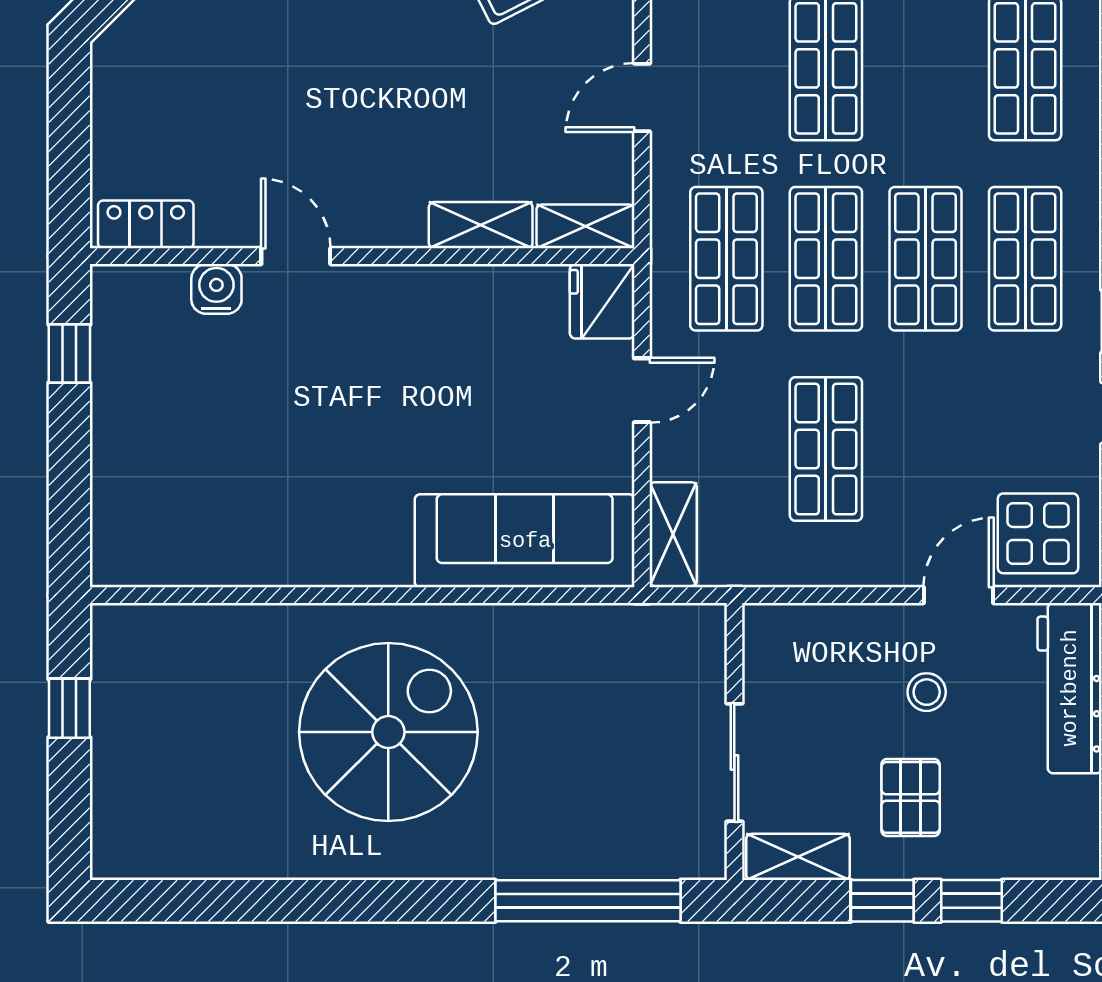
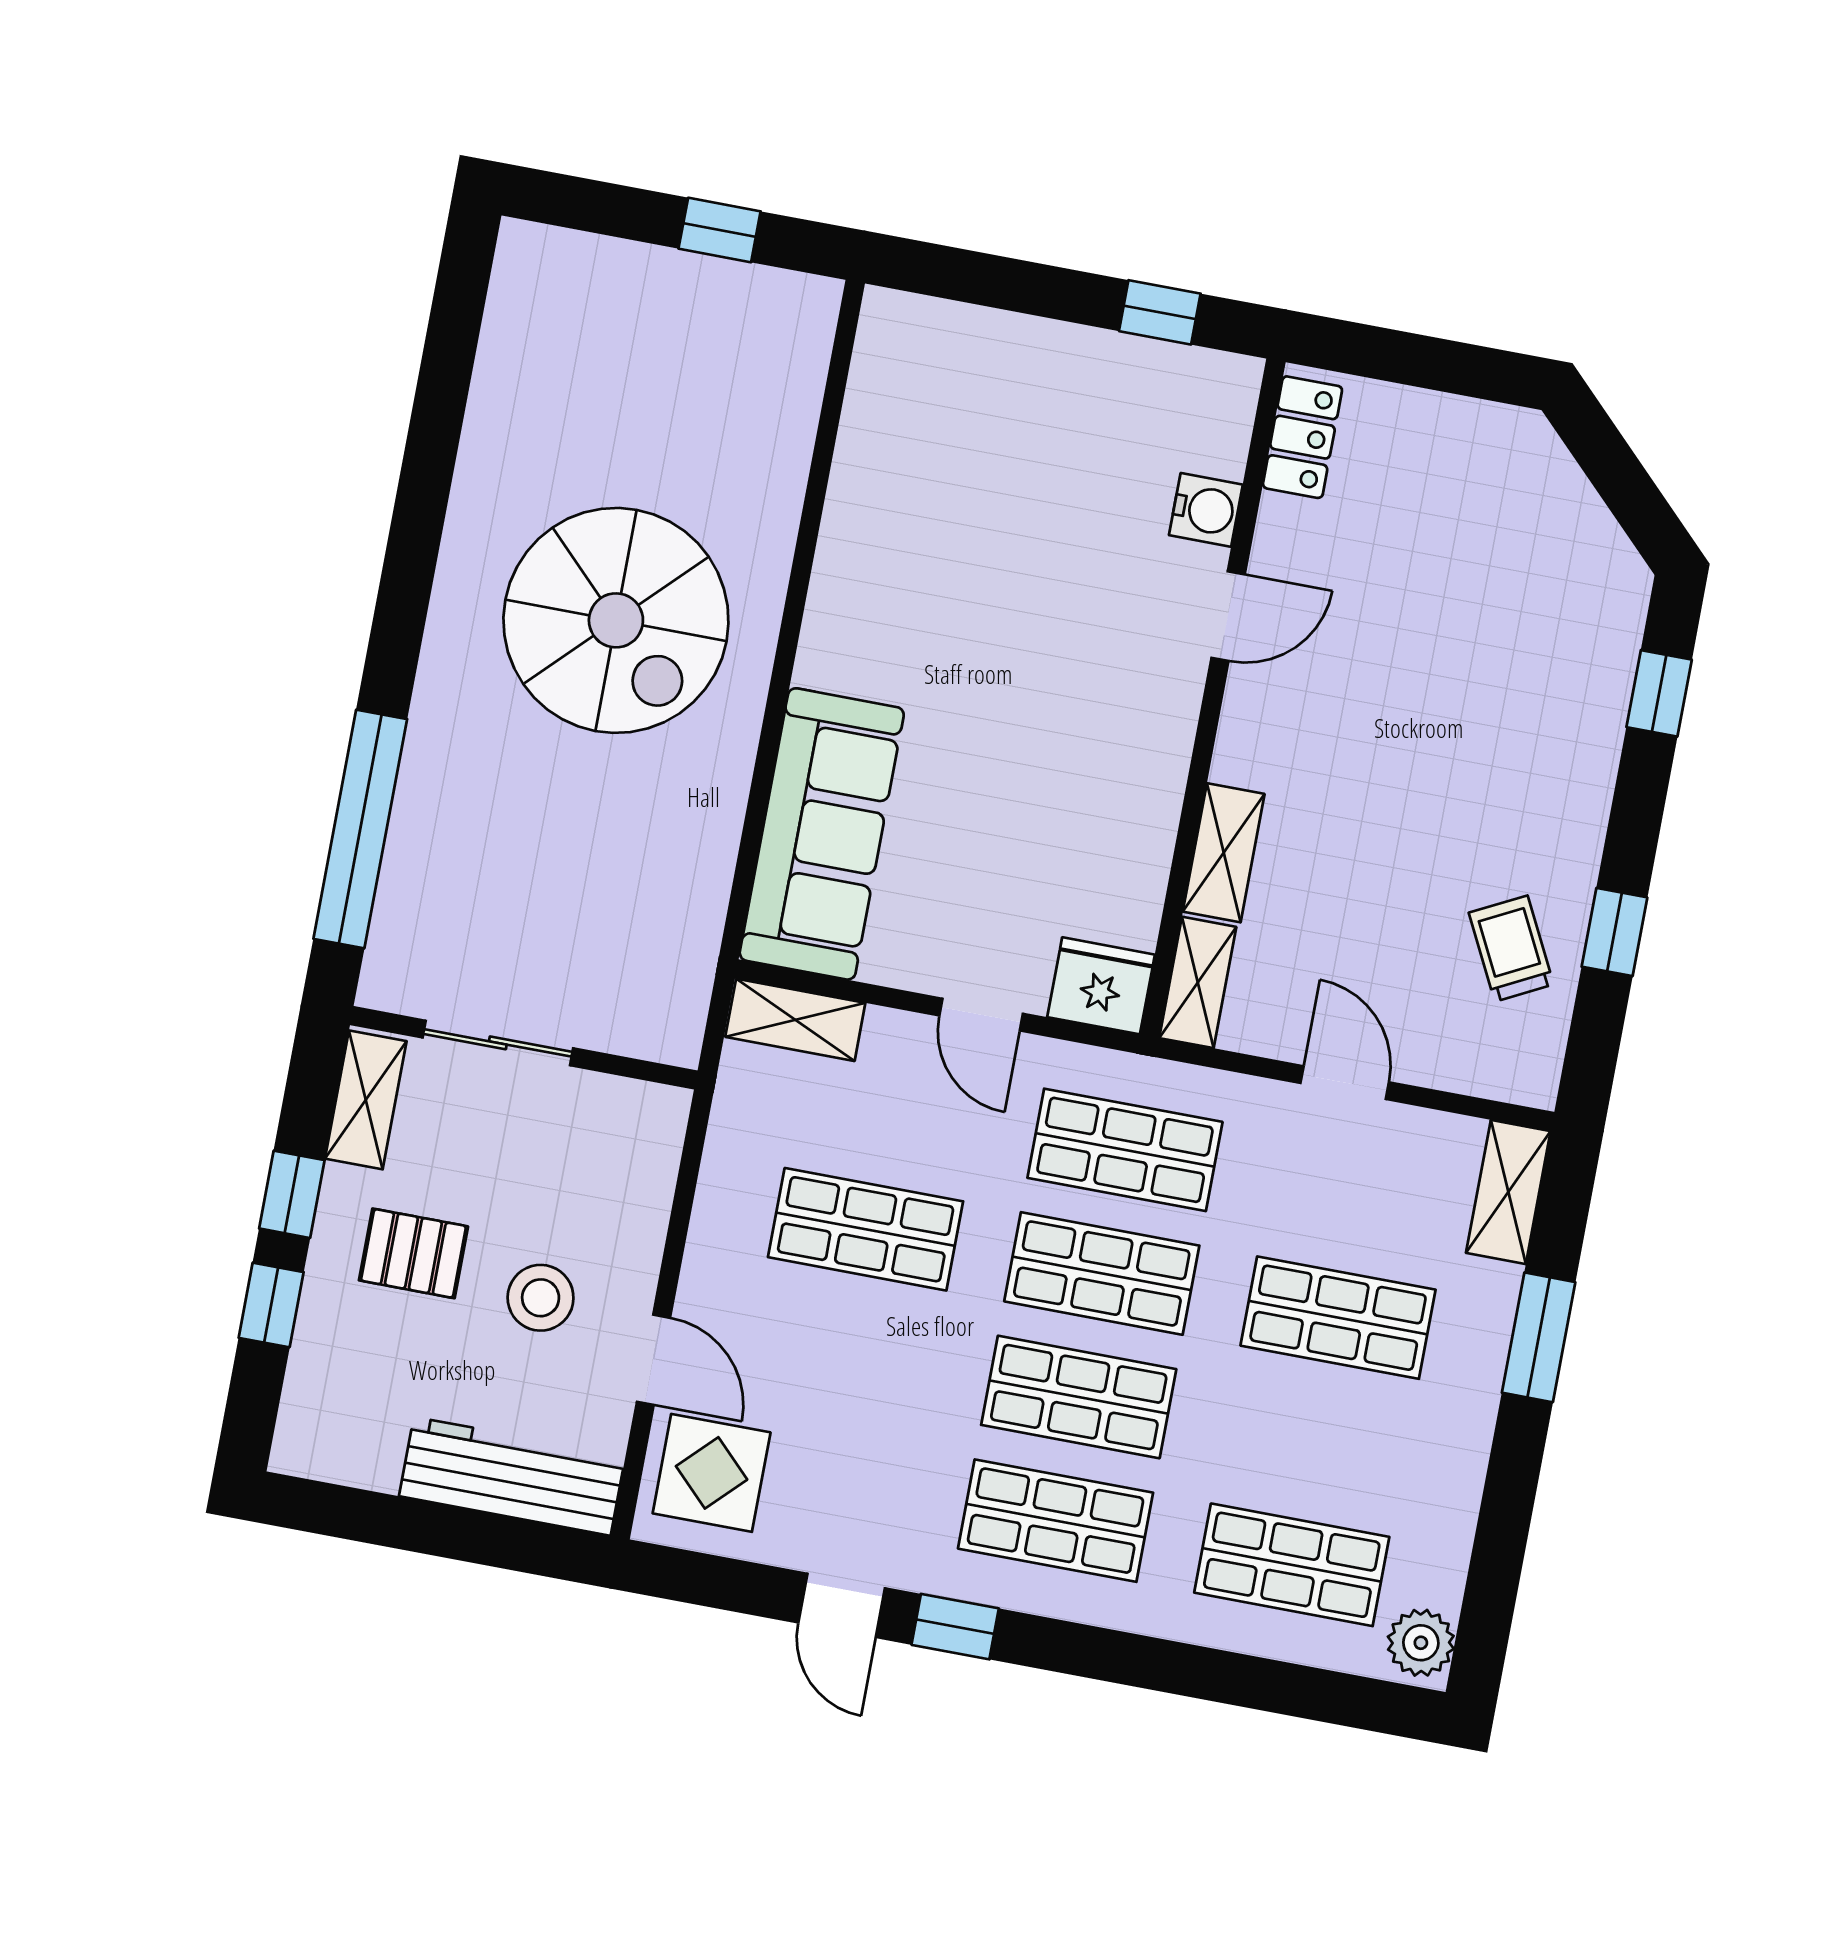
stool: (927, 692) -> (541, 1298), width x1.37, depth x1.37

